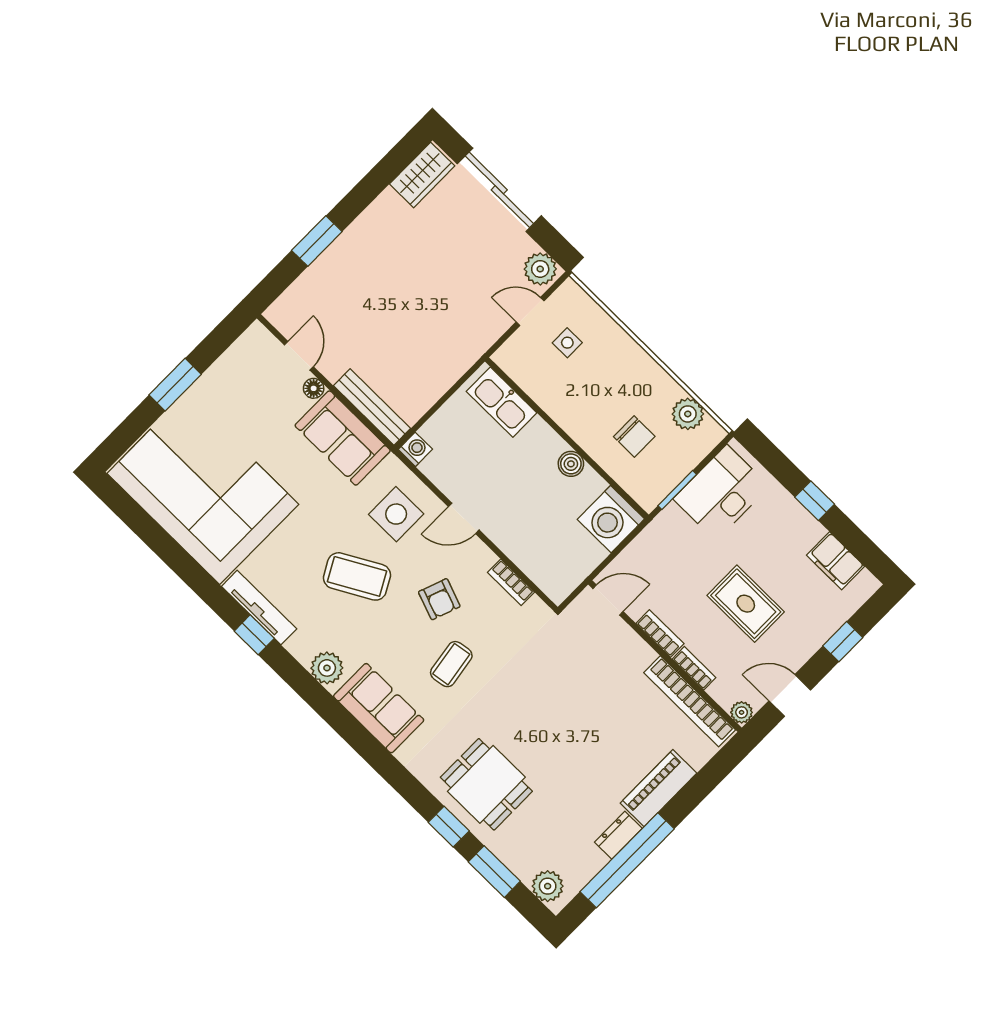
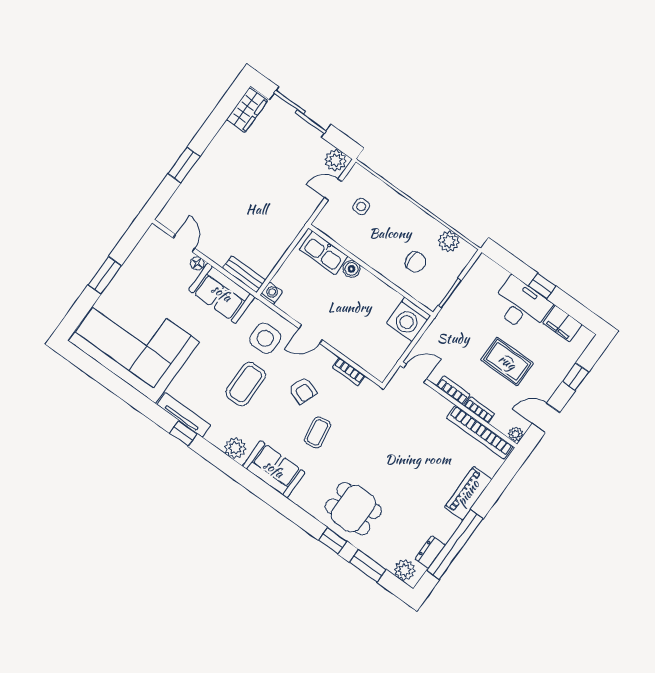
bench: (372, 407) -> (244, 274), width x0.73
boiler: (571, 464) -> (352, 269), moved
desk: (721, 493) -> (521, 305), moved, turned 90
coffee table: (357, 576) -> (246, 384), turned -61
dresser: (618, 835) -> (430, 552), moved

